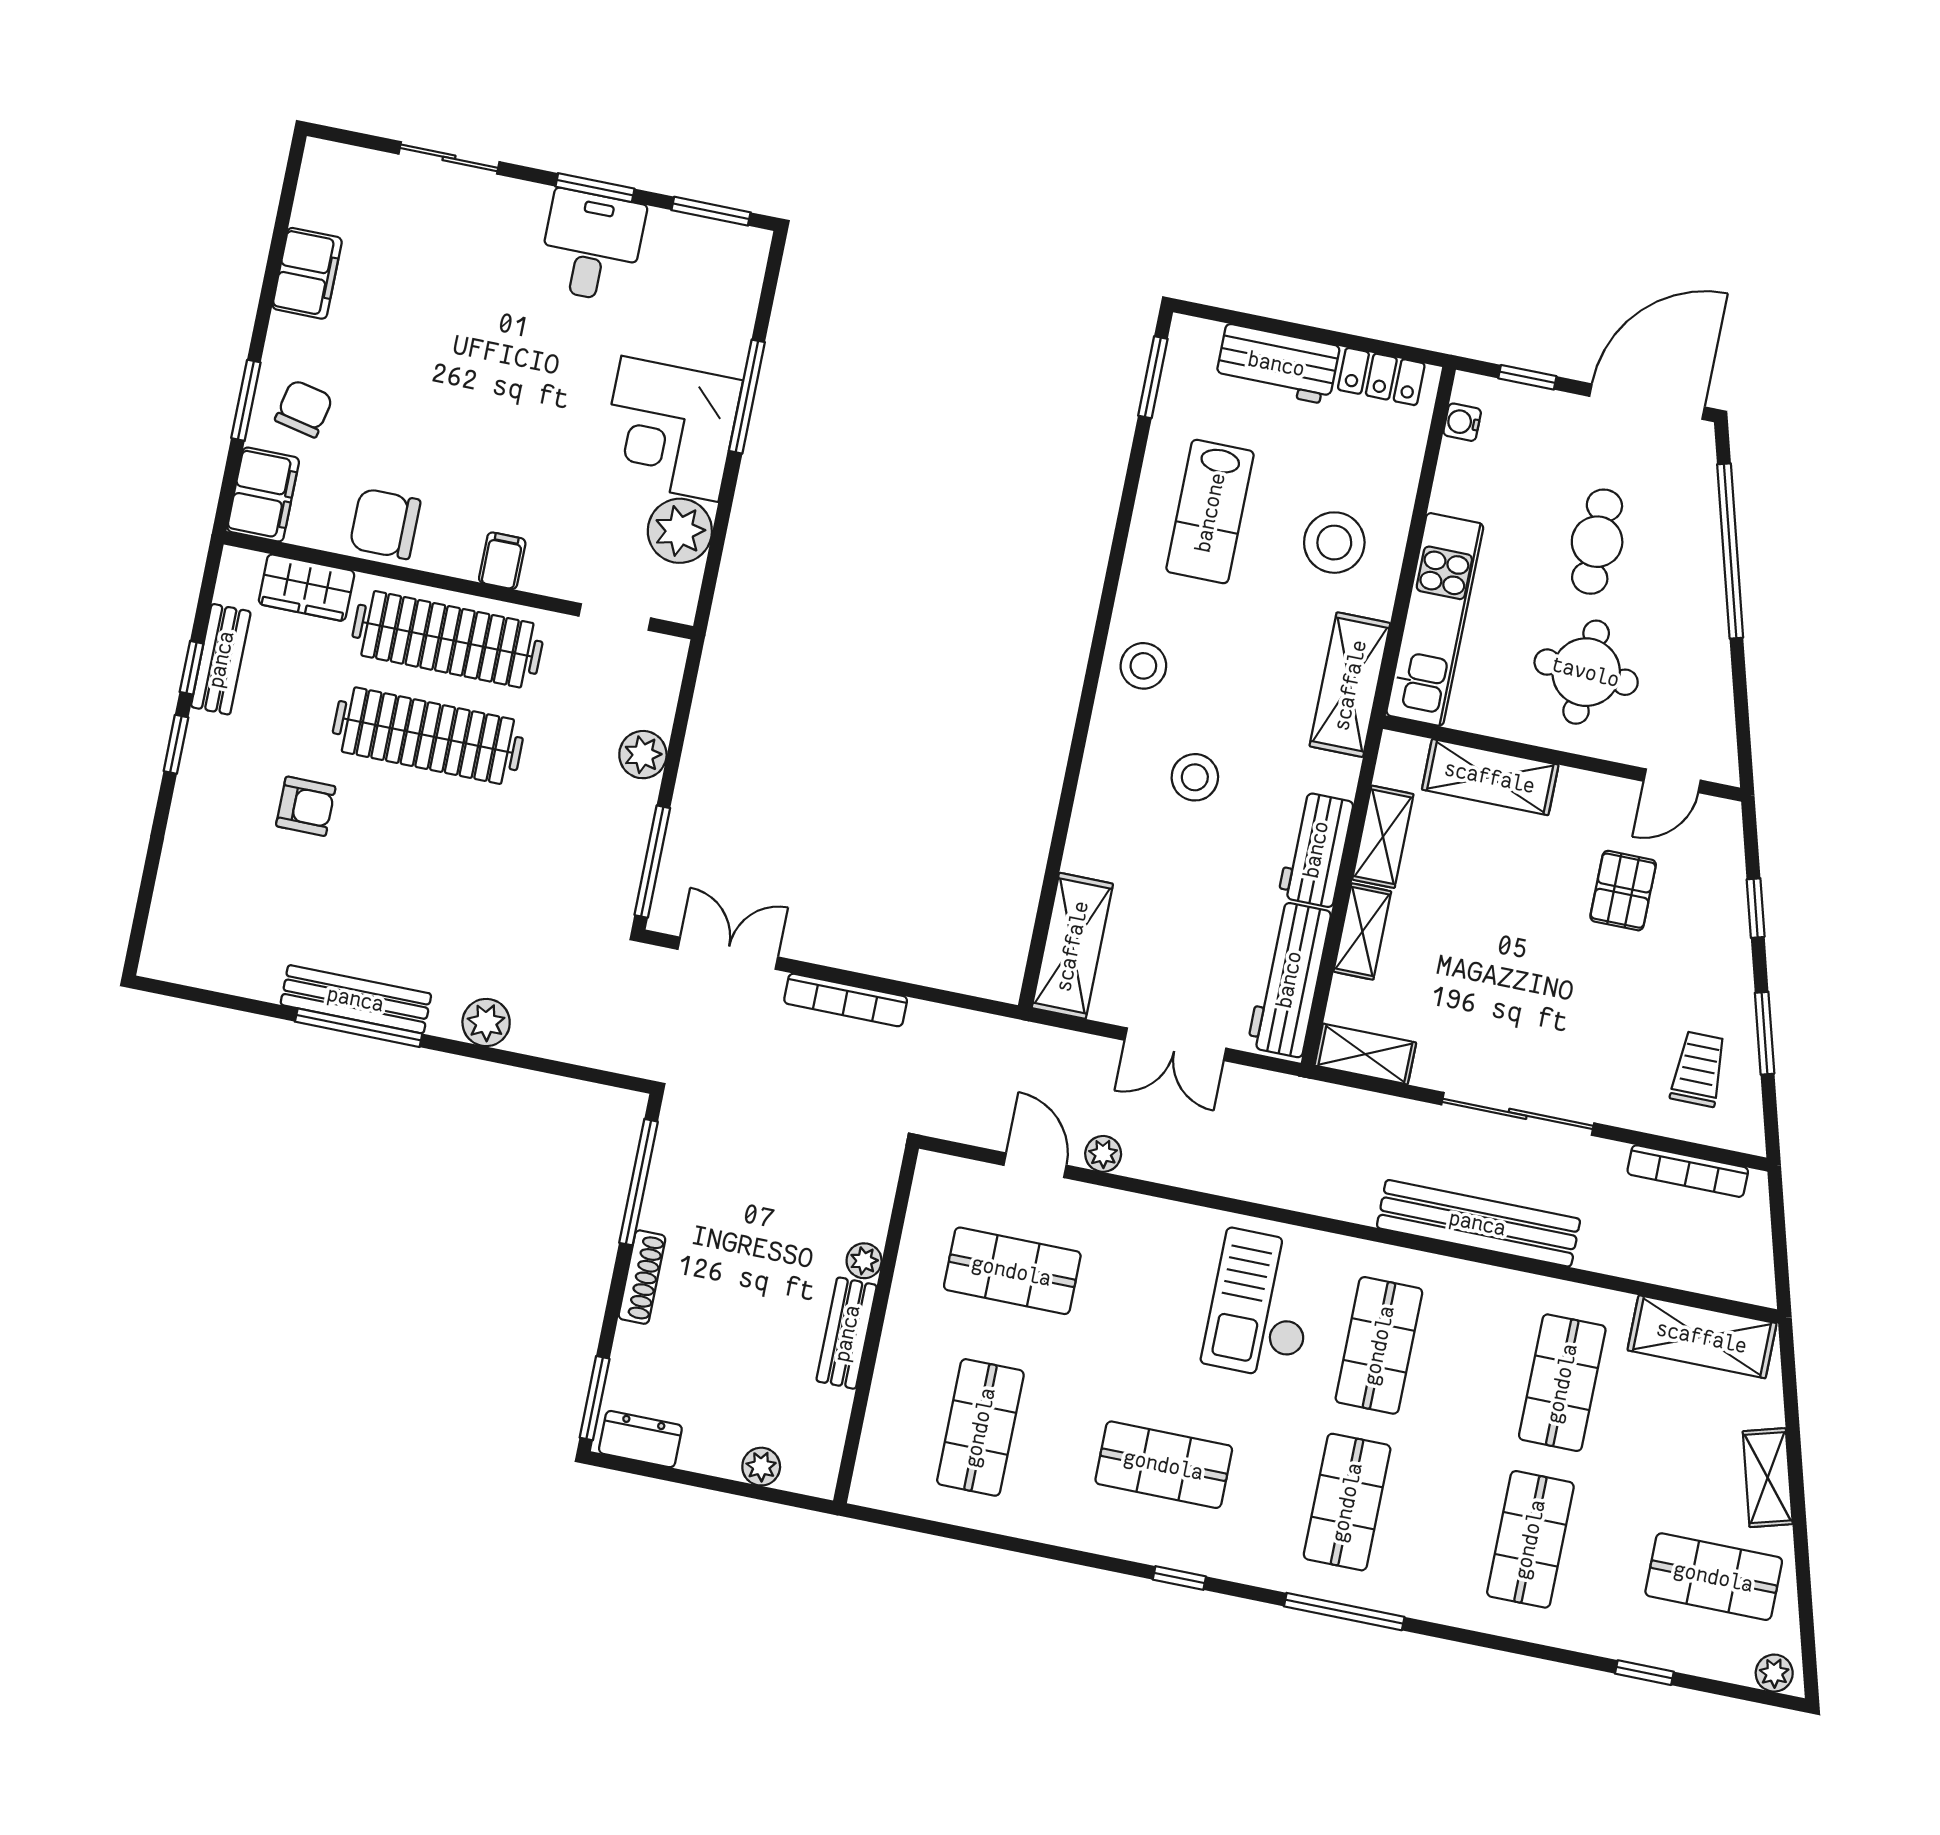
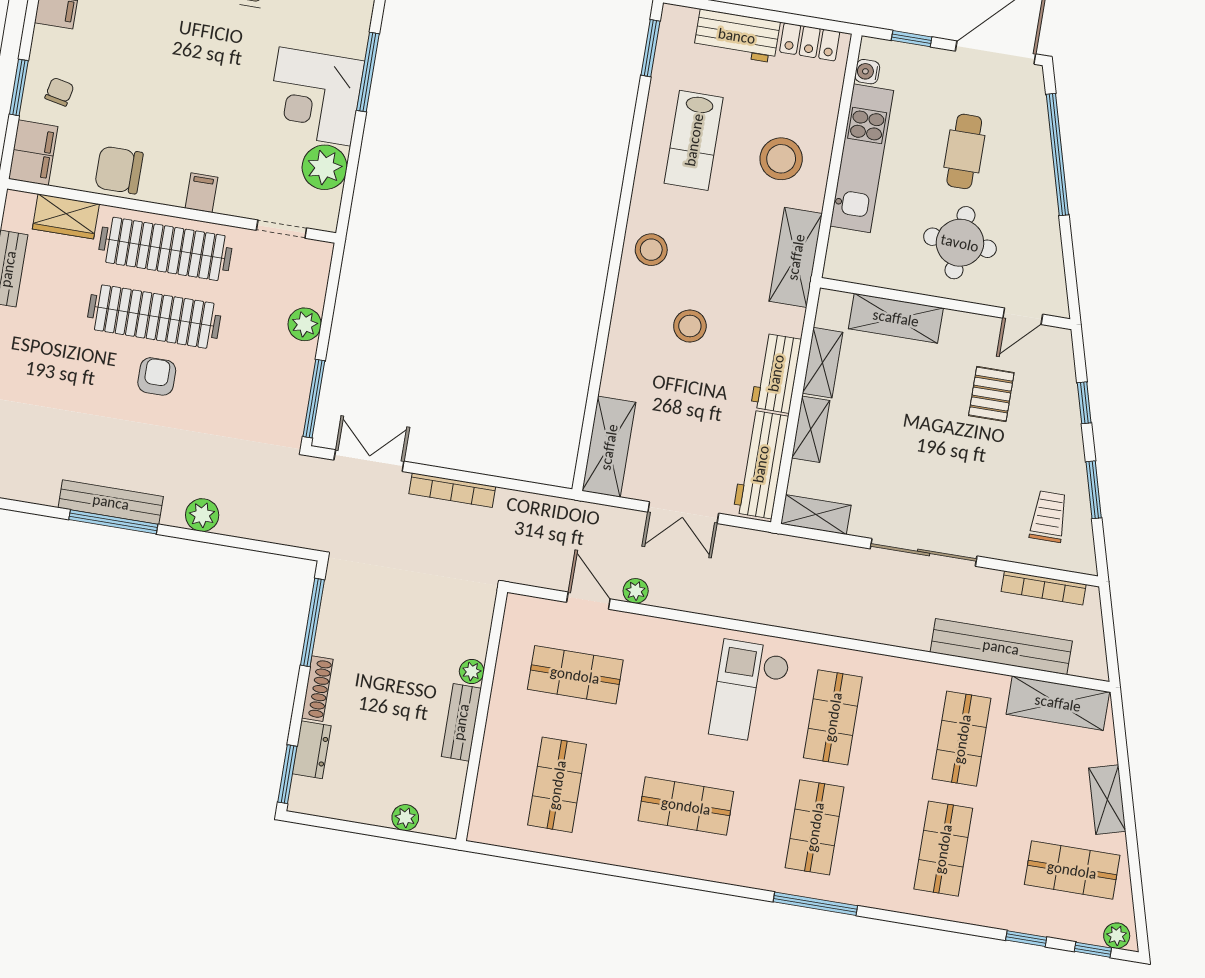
chair: (304, 409) -> (59, 92), width x0.73, depth x0.73
kitchen unit: (1435, 619) -> (862, 158), moved
armchair: (306, 806) -> (157, 376), moved, turned -90
bench: (1478, 1223) -> (1001, 647), moved
dresser: (640, 1439) -> (312, 750), moved, turned 90
window: (1179, 1578) -> (1093, 950), moved

